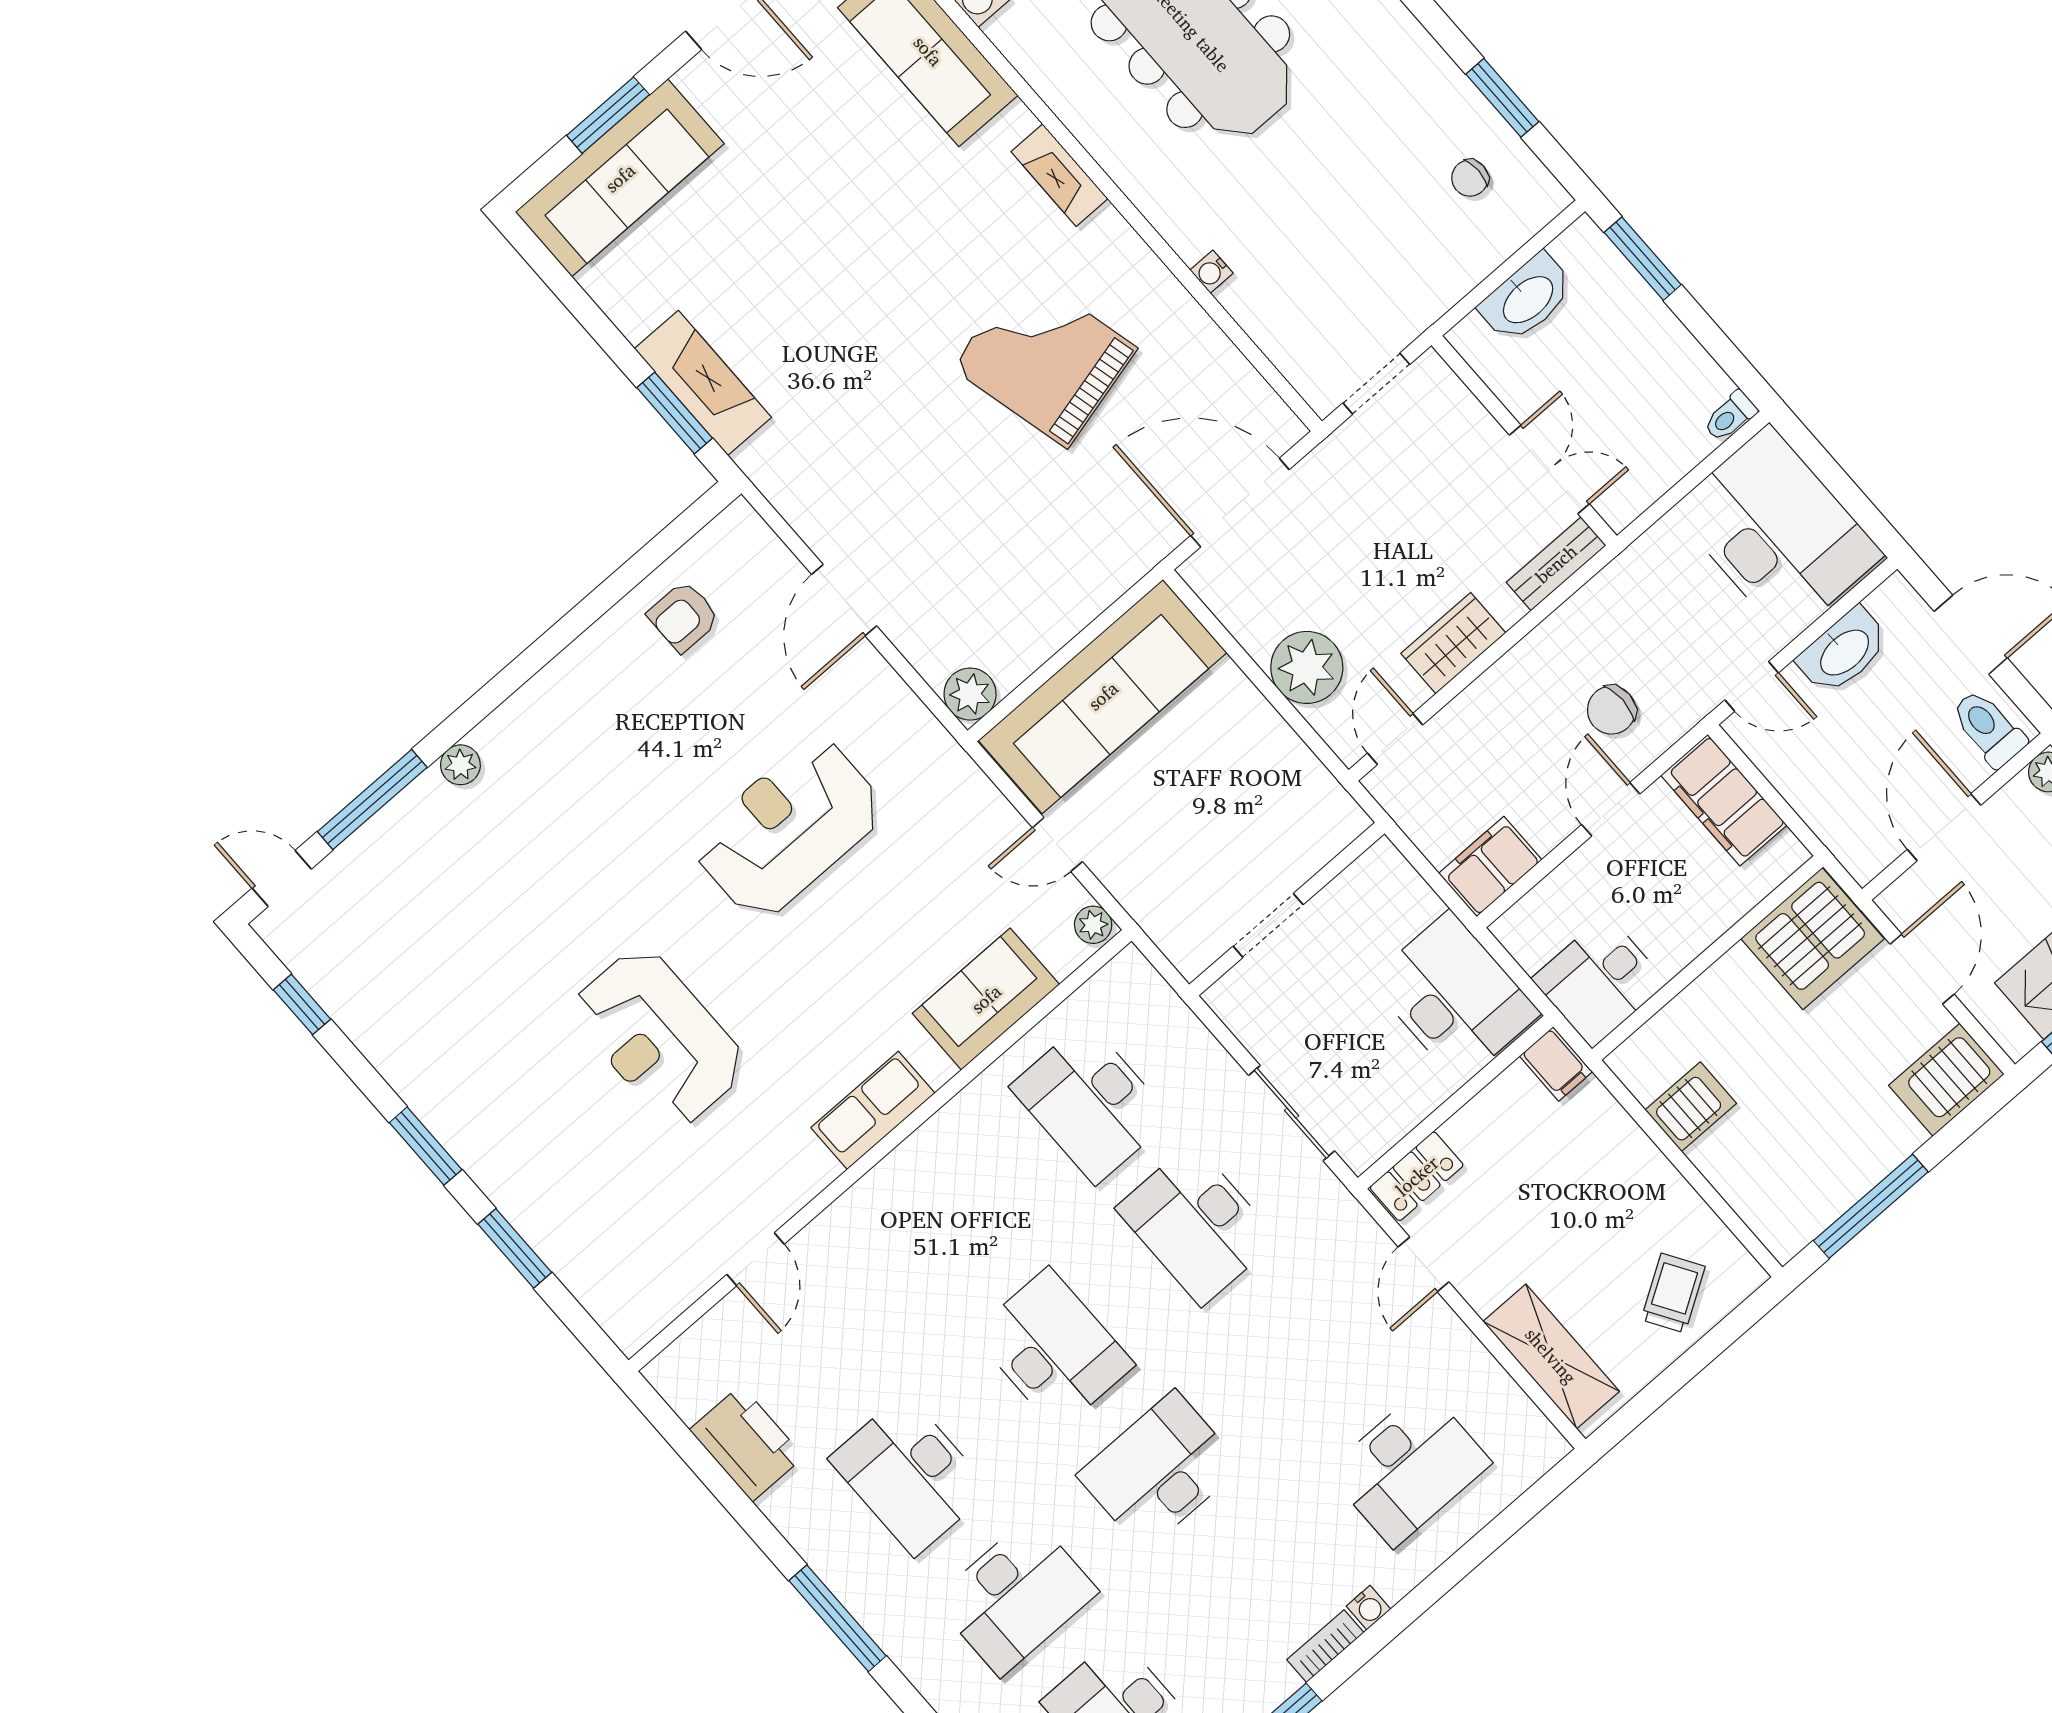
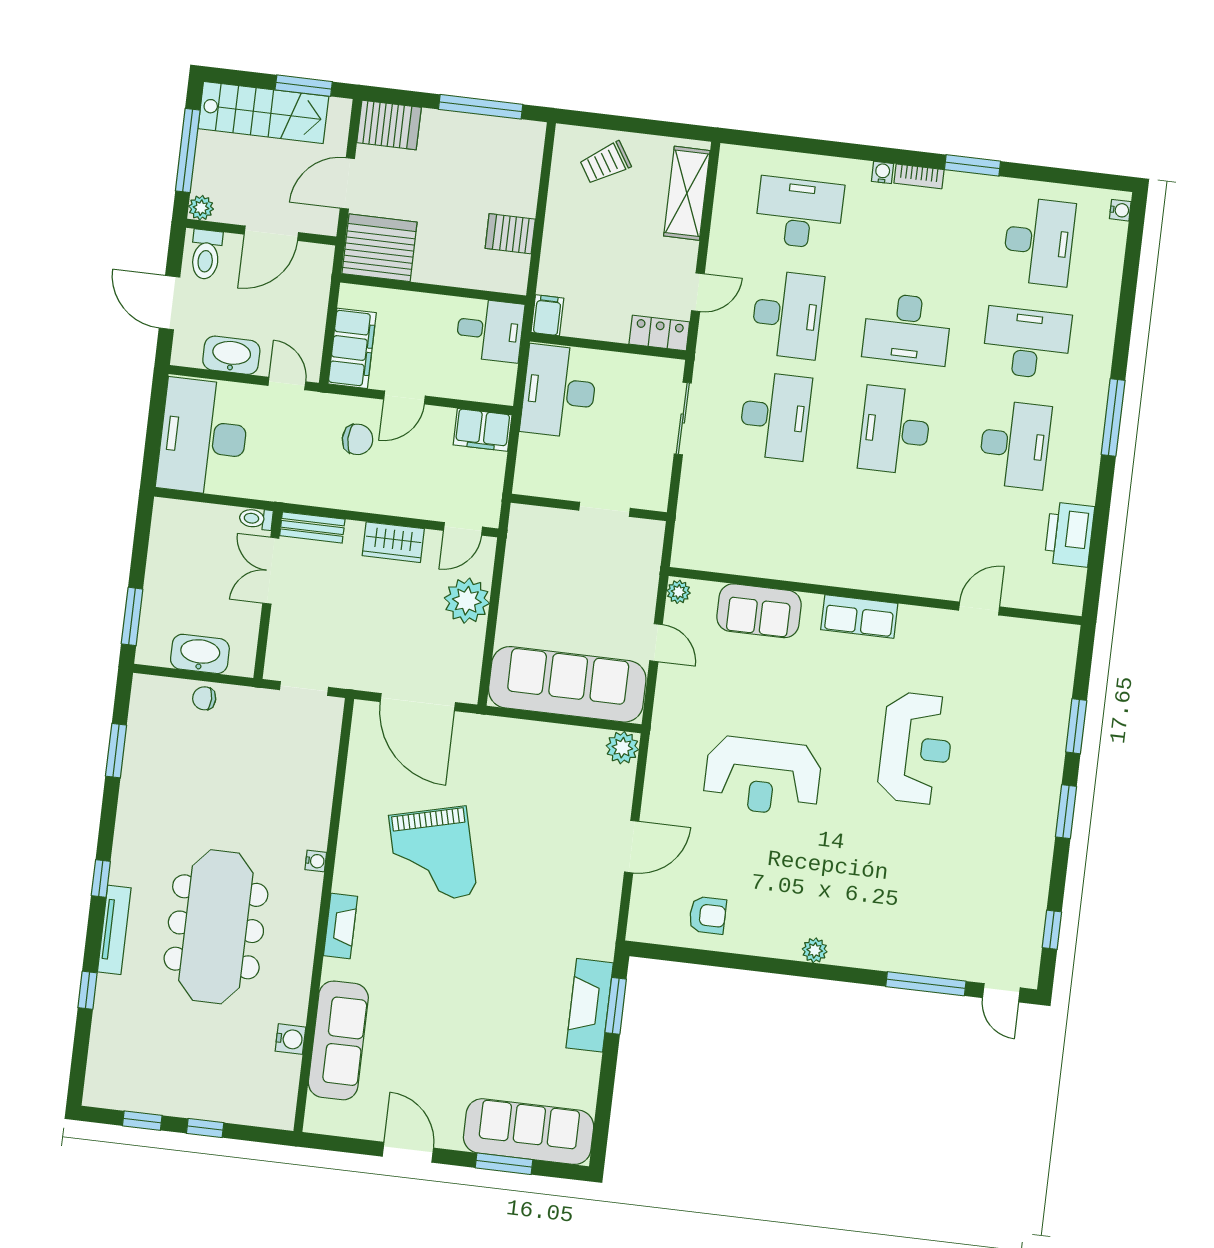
chair: (1470, 178) -> (204, 698), moved, turned 180
water cooler: (1211, 272) -> (316, 861), moved
toilet: (1730, 416) -> (256, 519), moved, turned 180
plant: (460, 765) -> (815, 950), moved
desk: (1091, 1102) -> (787, 315), moved

